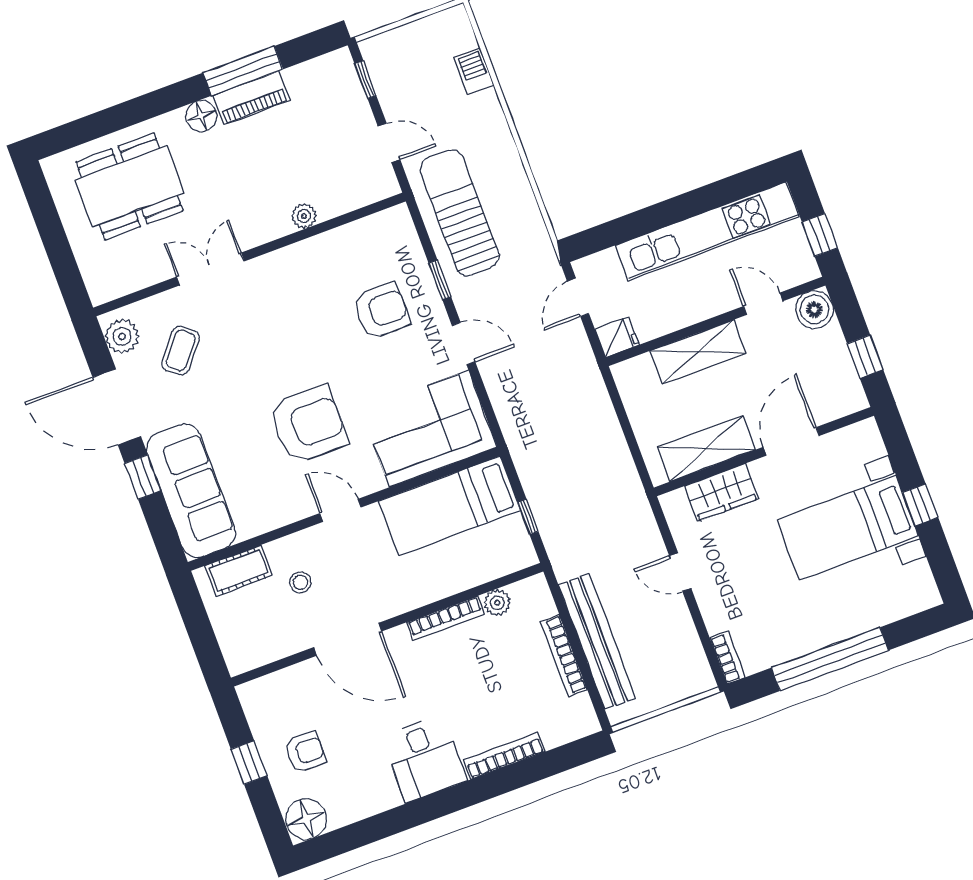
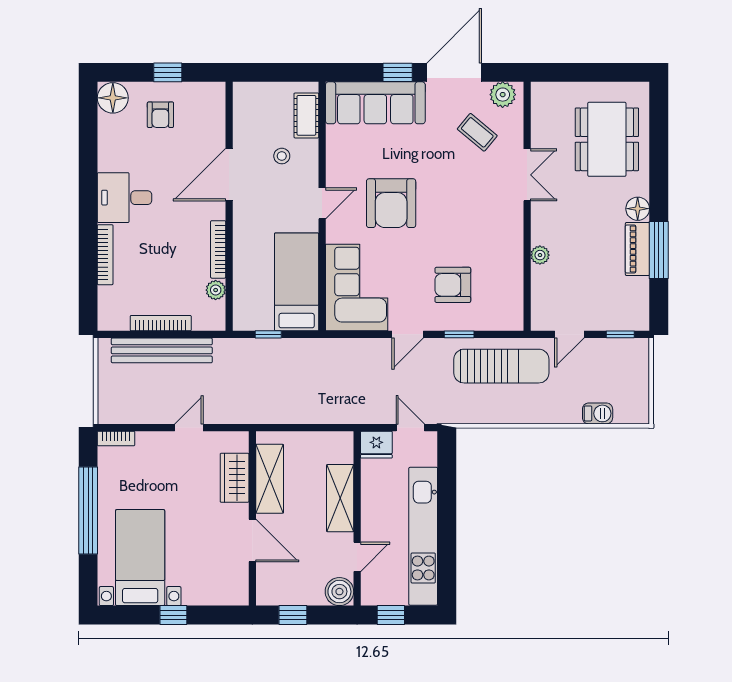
armchair: (381, 310) -> (453, 285), turned 90
fridge: (617, 337) -> (376, 445), width x1.38
bed with nightstands: (848, 528) -> (140, 558), moved

